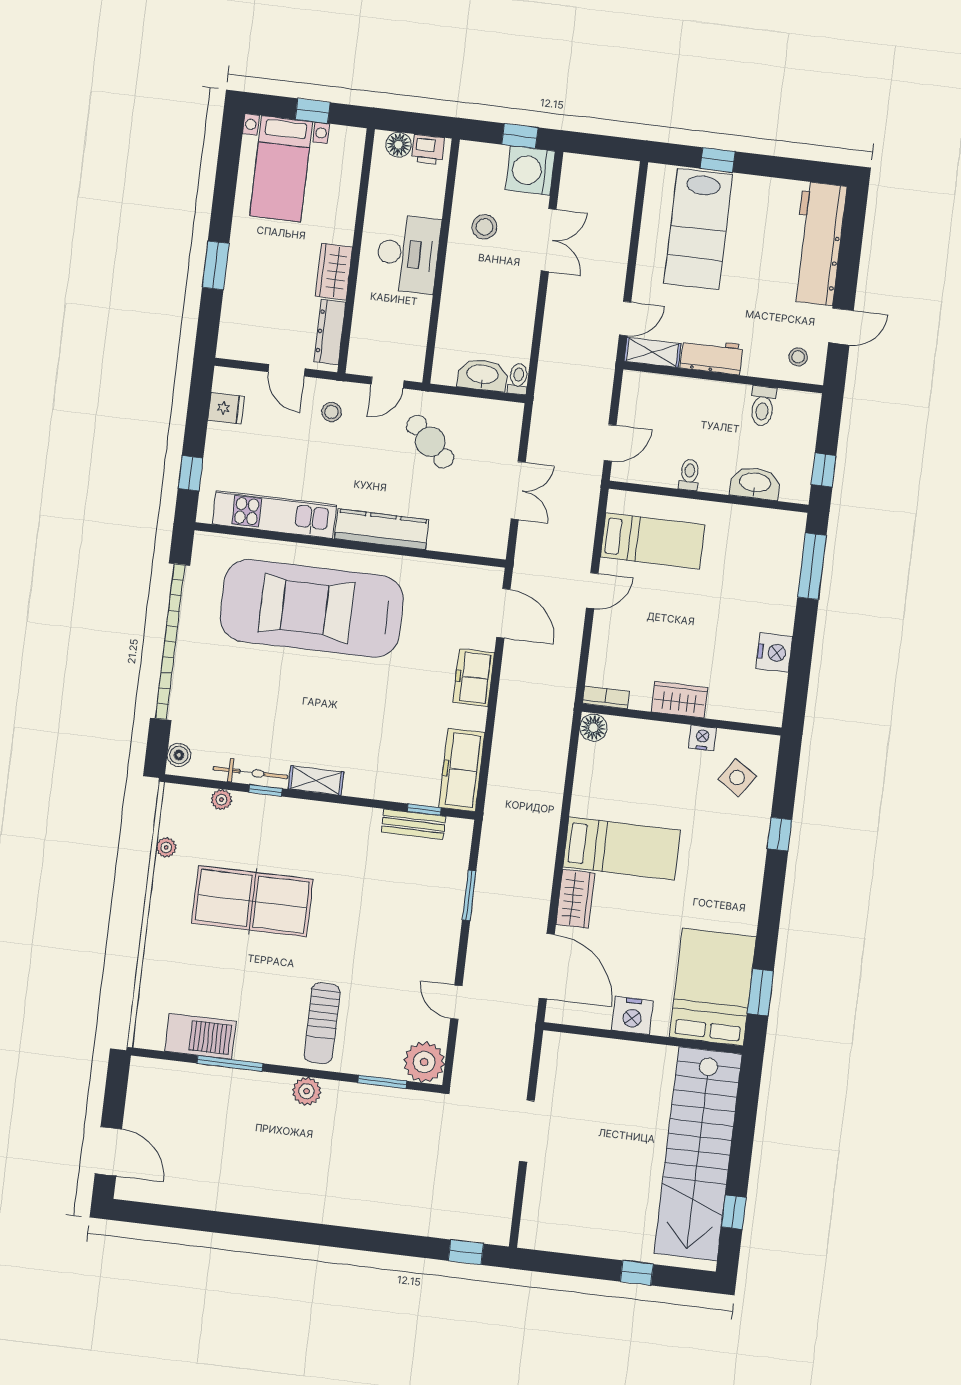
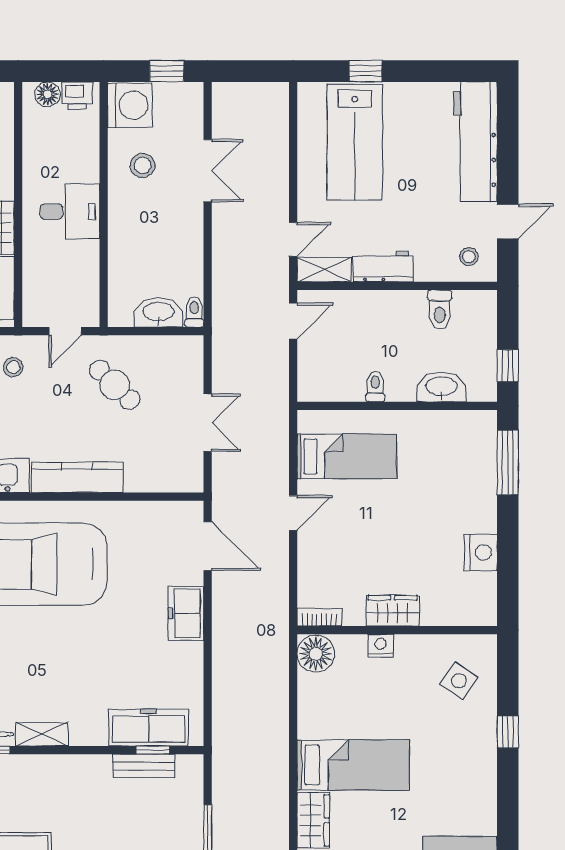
washing machine: (530, 171) -> (130, 105), moved, turned 180
desk: (408, 254) -> (70, 212), width x0.73
door: (610, 443) -> (293, 321), moved
floor lamp: (593, 728) -> (316, 654), width x1.38, depth x1.38
nightstand: (702, 738) -> (380, 646), moved
freezer: (462, 770) -> (149, 728), moved, turned 90

